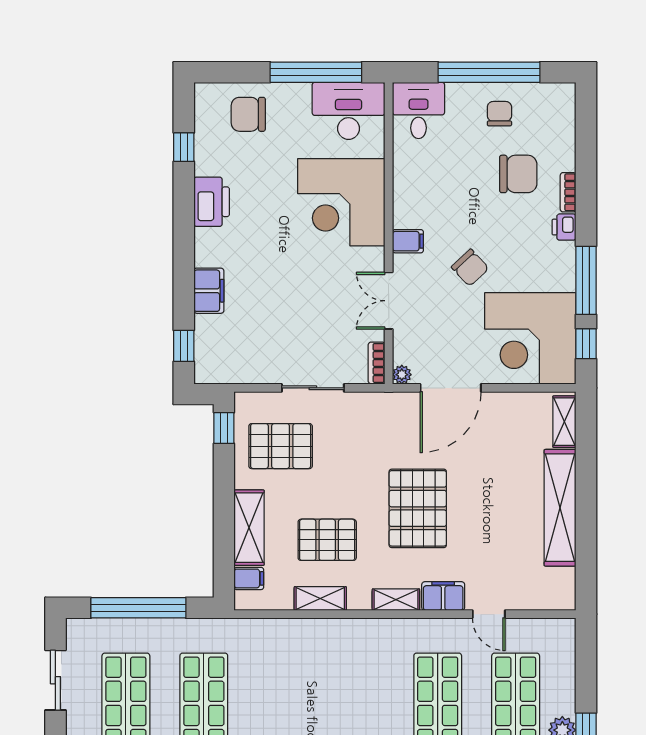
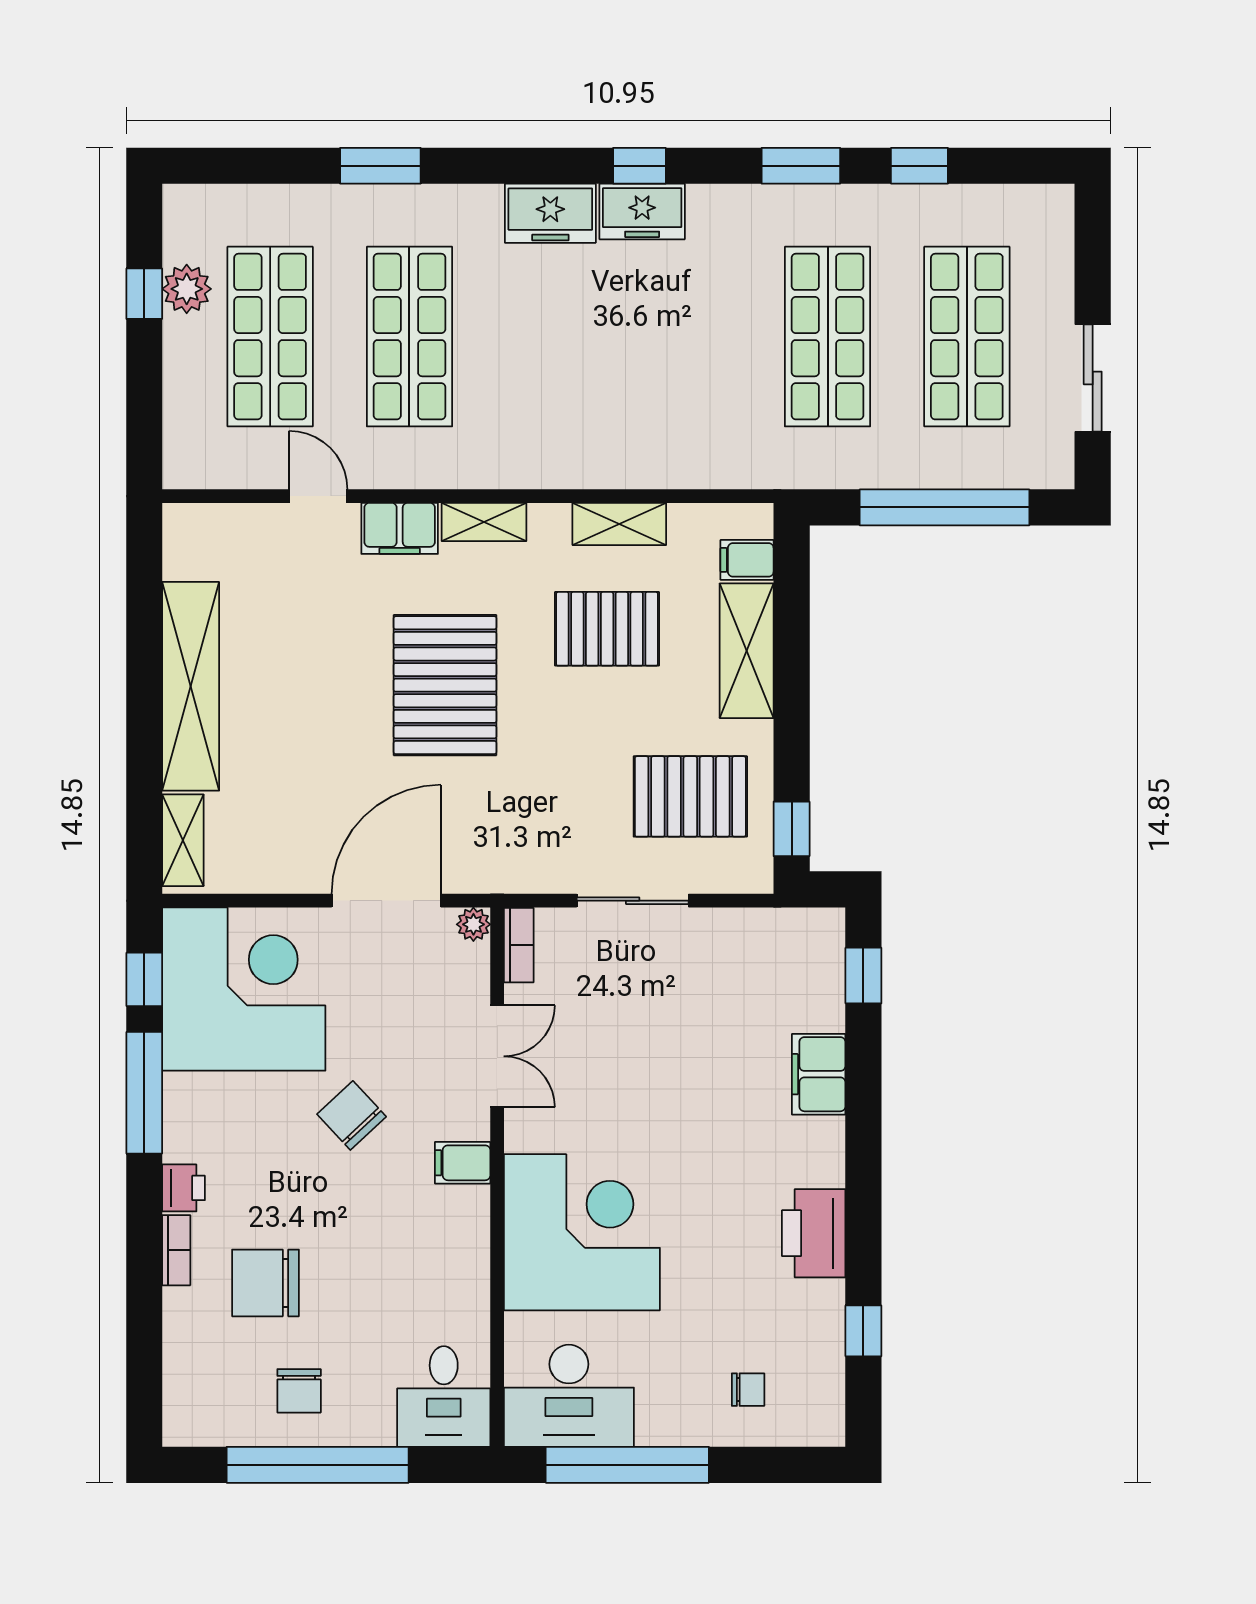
chair: (248, 114) -> (748, 1390), width x0.54, depth x0.54

